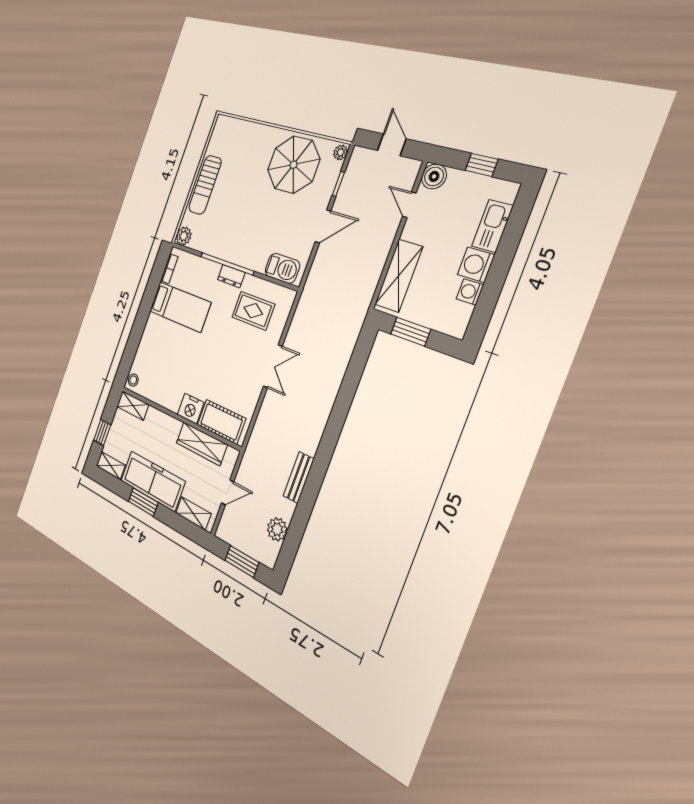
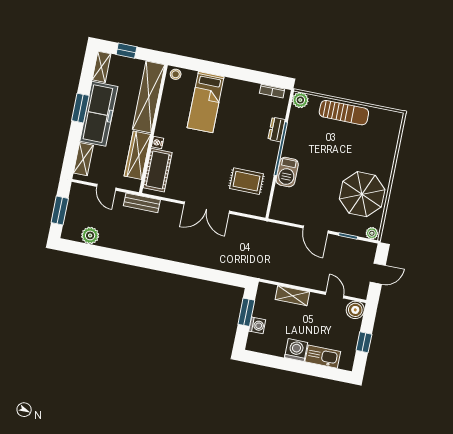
sun lounger: (205, 185) -> (344, 113), turned 180
door: (409, 205) -> (335, 295), hinge flipped
barbecue: (282, 268) -> (287, 172), moved
dresser: (231, 276) -> (277, 129), moved
shelving: (399, 276) -> (292, 296), width x0.67, depth x0.75
washing machine: (470, 292) -> (257, 325), moved, turned 90
bed: (180, 307) -> (206, 102), moved
rug: (253, 311) -> (247, 181), turned 90
double door: (273, 366) -> (207, 208), width x1.37
shelving: (133, 406) -> (149, 97), width x2.20, depth x1.33
nightstand: (191, 409) -> (157, 143), width x0.53, depth x0.56
bench: (299, 477) -> (142, 203), moved

